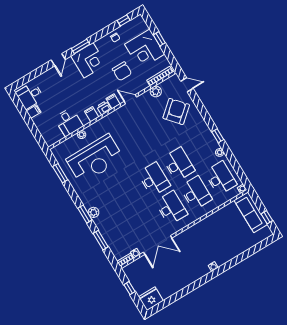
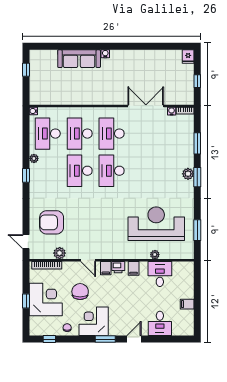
corner desk: (89, 60) -> (94, 321), moved
desk: (30, 96) -> (160, 323), moved, turned 90
armchair: (176, 111) -> (52, 222), turned 41
sofa: (251, 212) -> (79, 59), moved, turned 90
fridge: (151, 299) -> (188, 56), width x0.53, depth x0.75

